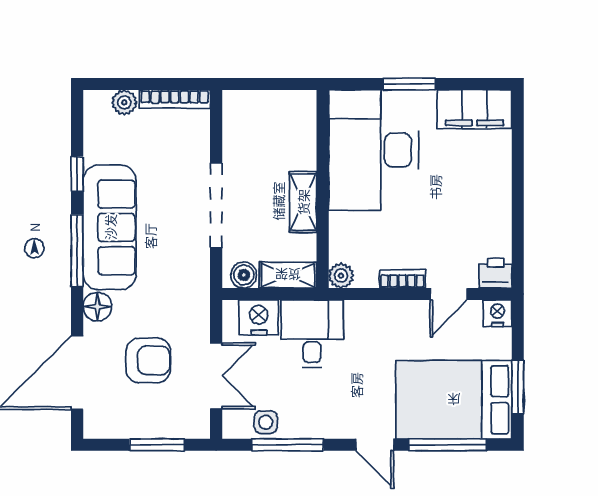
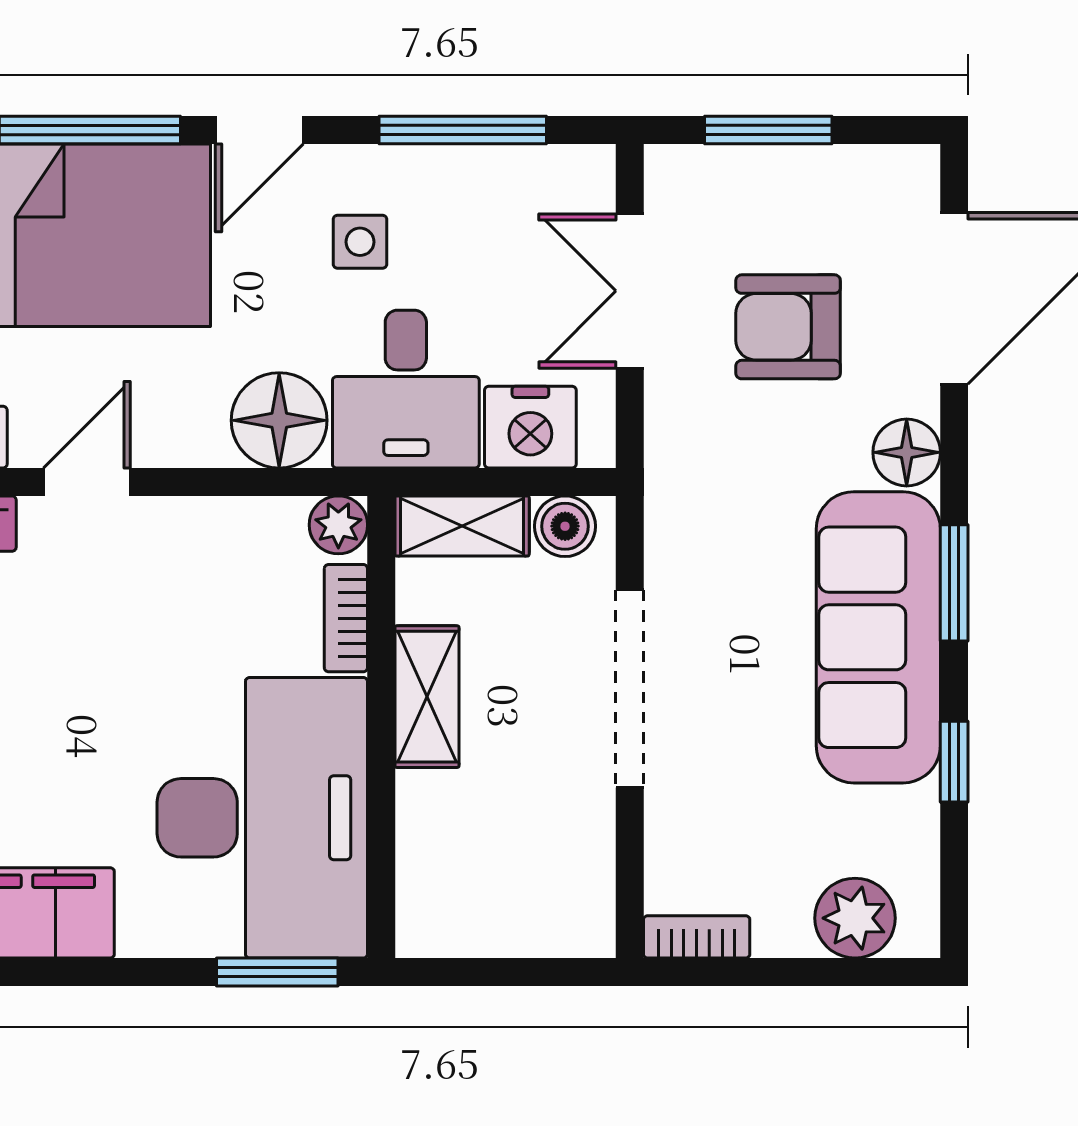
window: (409, 84) -> (277, 972), moved
bookcase: (175, 99) -> (697, 937), width x0.64
plant: (124, 102) -> (855, 918), width x1.38, depth x1.38
window: (77, 251) -> (954, 583), width x0.69
bookcase: (402, 279) -> (346, 618), moved, turned 90
floor lamp: (366, 320) -> (279, 420), added
side table: (266, 422) -> (360, 242), moved
door: (375, 445) -> (259, 130), swing flipped

